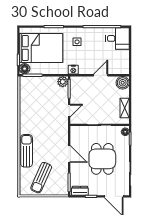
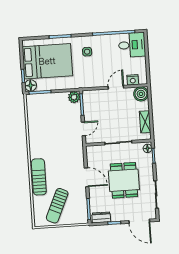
nightstand: (73, 70) -> (133, 80), moved

